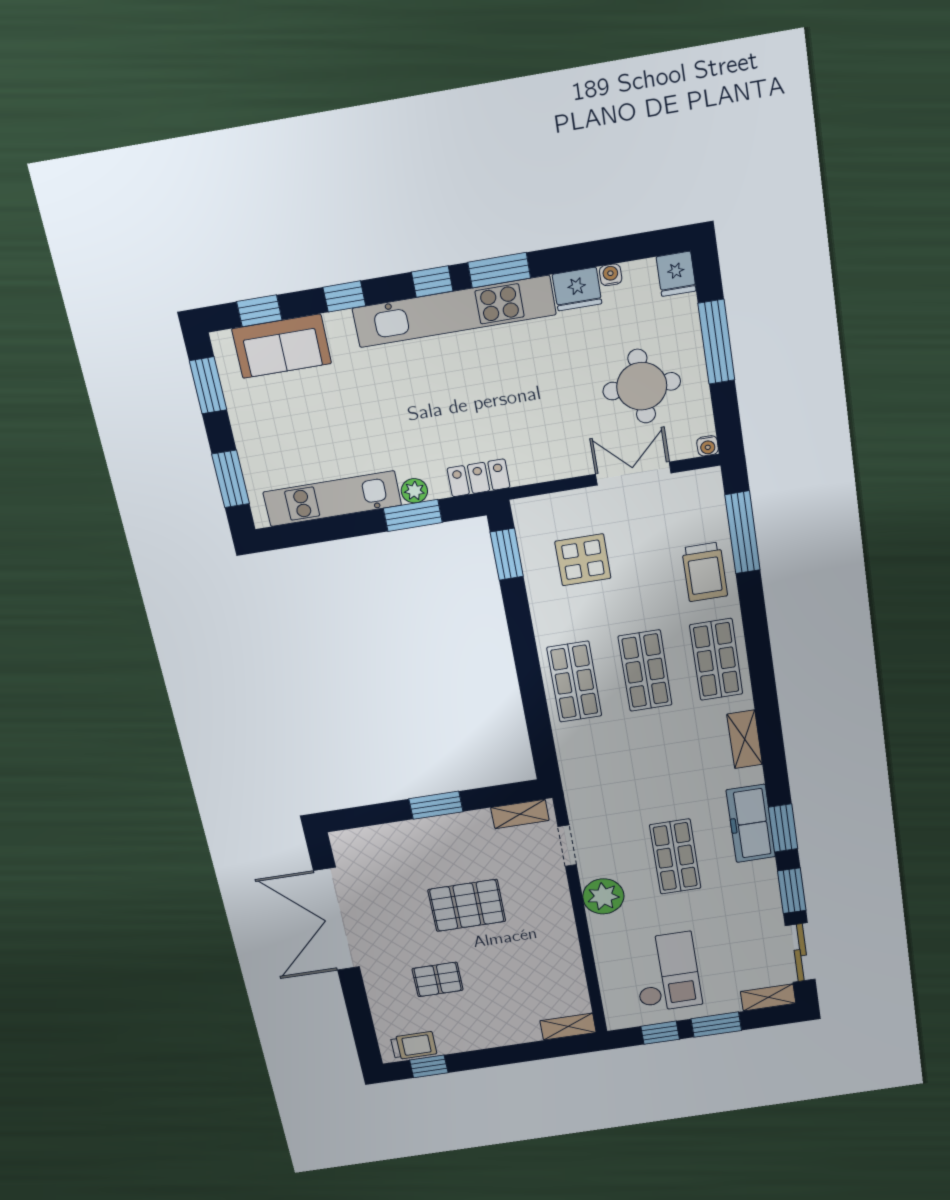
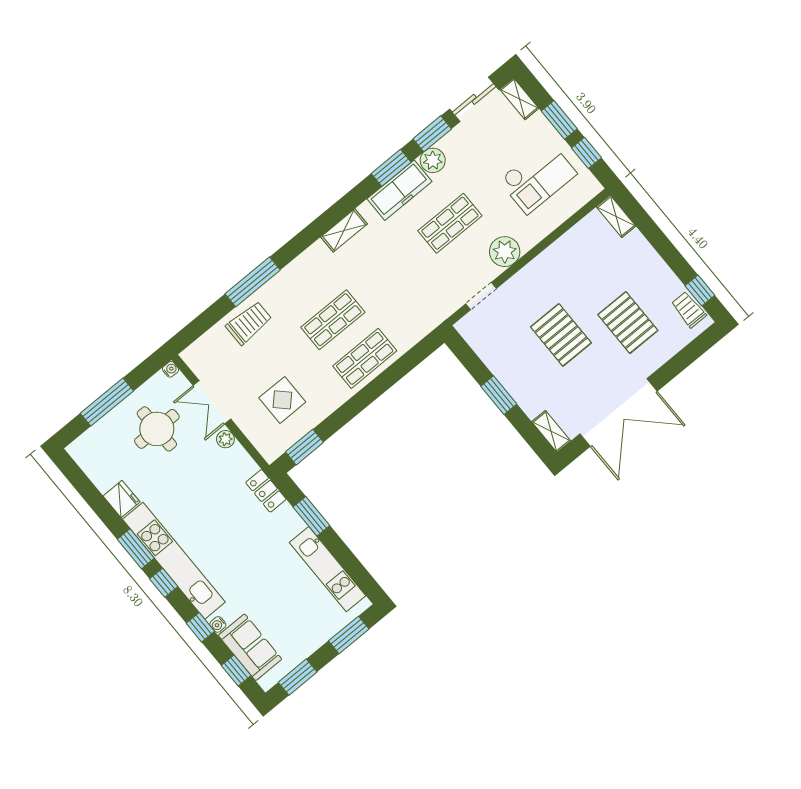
fridge: (676, 274) -> (81, 449), removed
water cooler: (611, 275) -> (218, 624), moved
plant: (414, 491) -> (225, 439), moved
window: (743, 532) -> (253, 282), moved
shop shelf: (716, 660) -> (301, 281), removed
shelving: (520, 814) -> (551, 431), moved
plant: (761, 876) -> (433, 160), added
checkout: (666, 972) -> (538, 177), turned 180
pallet: (438, 979) -> (628, 323), width x1.50, depth x1.42

